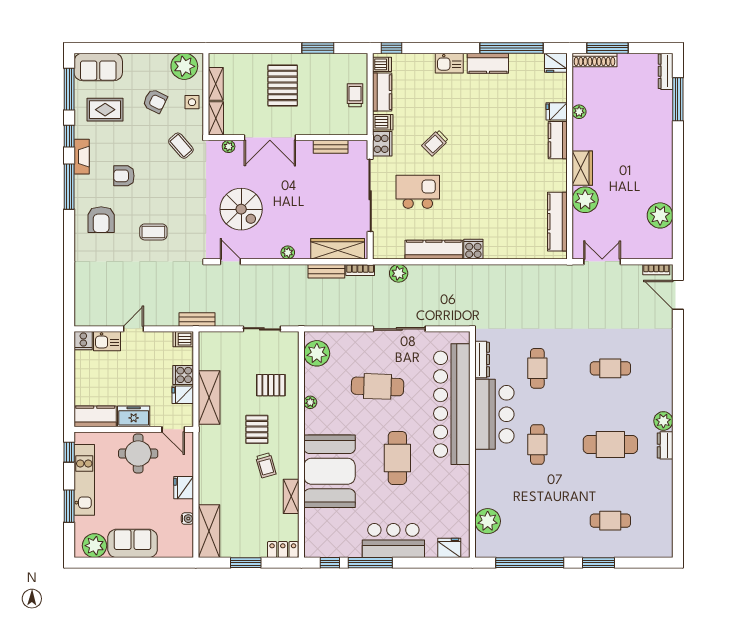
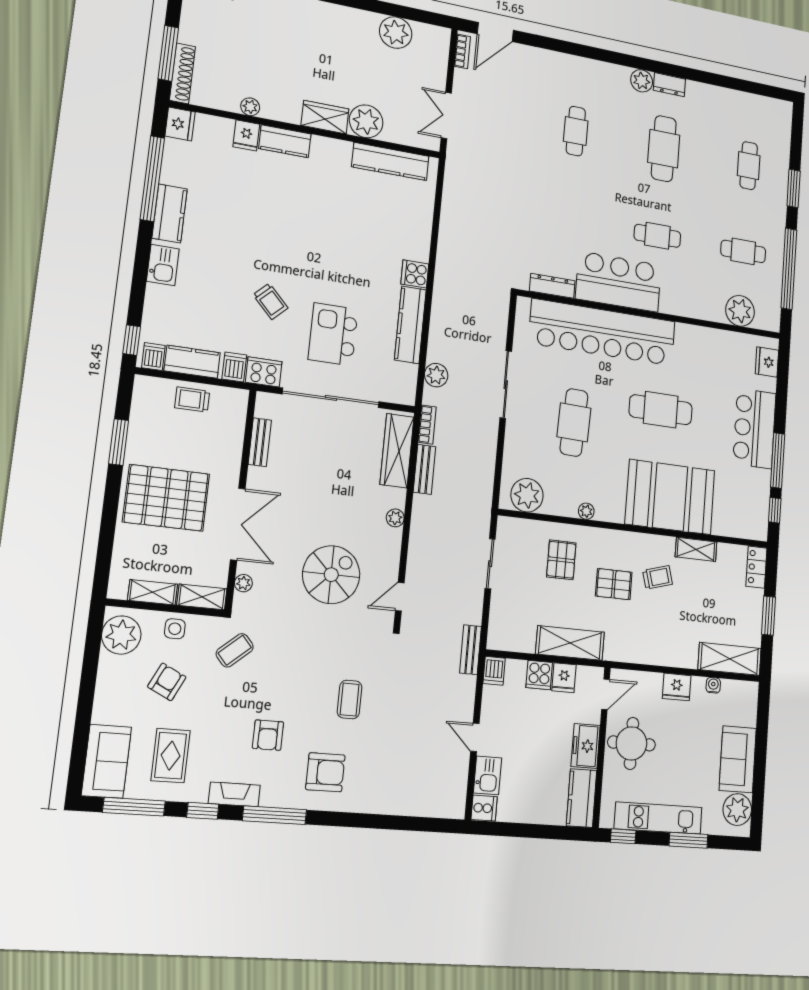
pallet: (283, 85) -> (166, 498), width x1.37, depth x1.41
cafe table: (537, 368) -> (743, 251), moved

